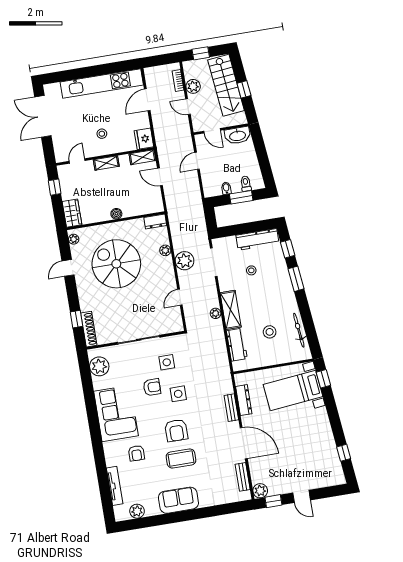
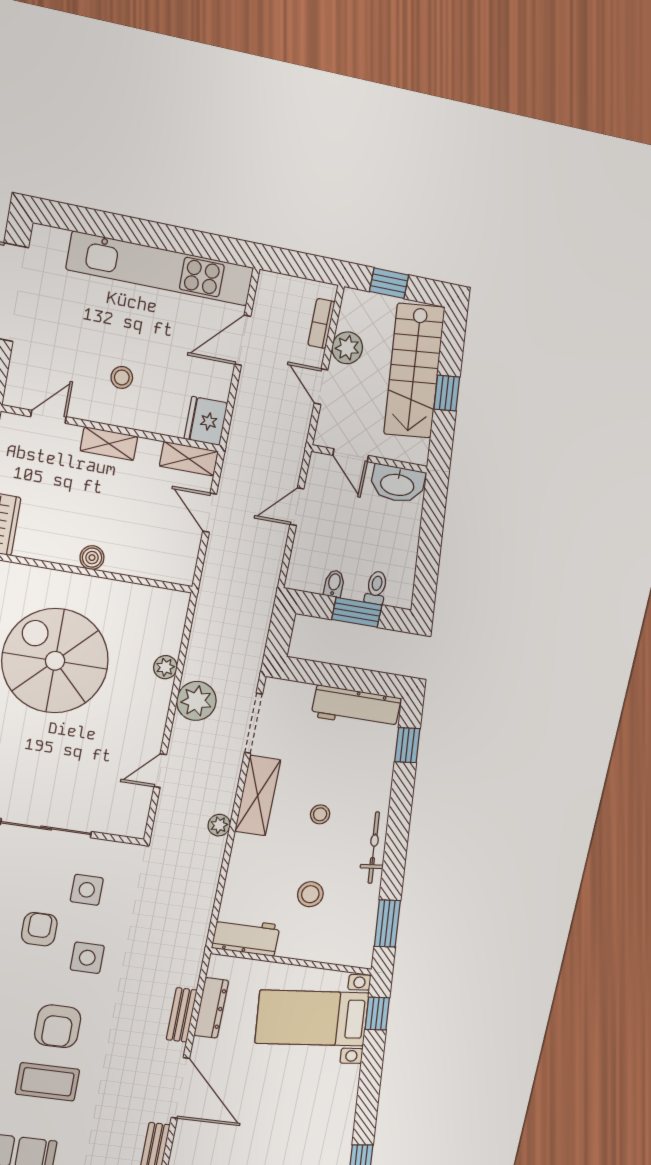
dresser: (155, 221) -> (166, 601), removed
stool: (251, 270) -> (320, 814), moved
window: (296, 279) -> (387, 923), moved
shelving: (231, 310) -> (258, 796), moved
bicycle: (299, 330) -> (374, 848), moved
workbench: (237, 345) -> (246, 937), moved, turned -90
armchair: (152, 387) -> (39, 929), turned -90

